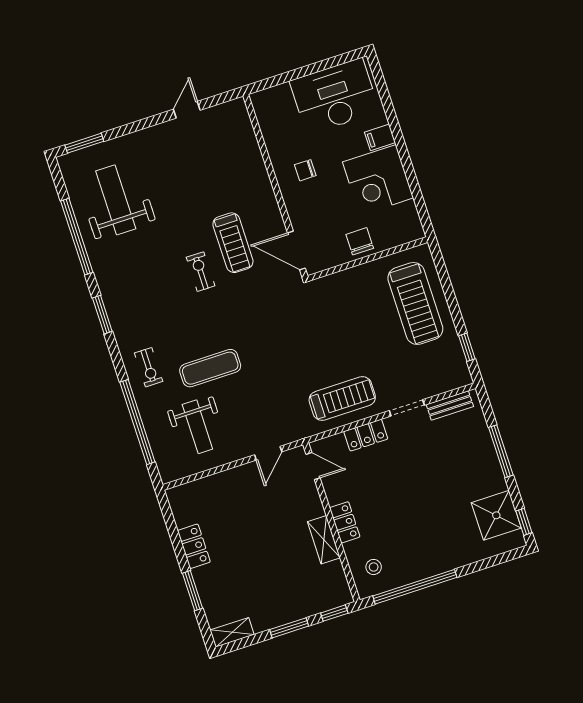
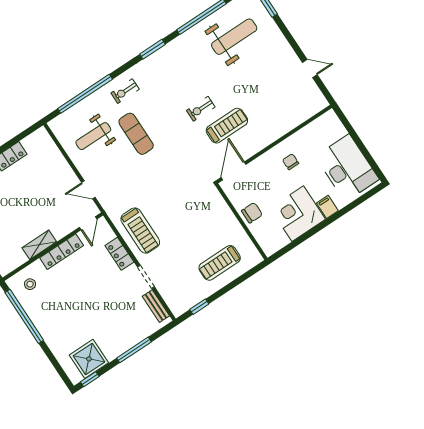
treadmill: (233, 243) -> (227, 126), turned 180
exercise bike: (201, 272) -> (201, 109), turned 180
treadmill: (415, 303) -> (220, 263), width x0.73, depth x0.73
locker: (345, 522) -> (62, 252), width x1.53

